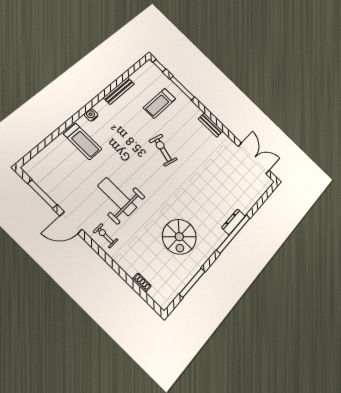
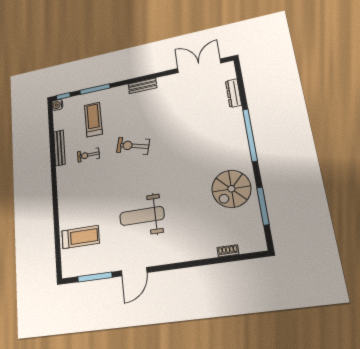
treadmill: (159, 103) -> (93, 120), turned 180
water cooler: (91, 115) -> (57, 105), moved
treadmill: (83, 141) -> (80, 237), moved
dresser: (233, 222) -> (234, 93), moved
exercise bike: (105, 236) -> (88, 155), moved
spiral stairs: (179, 237) -> (231, 189), moved, turned 90

